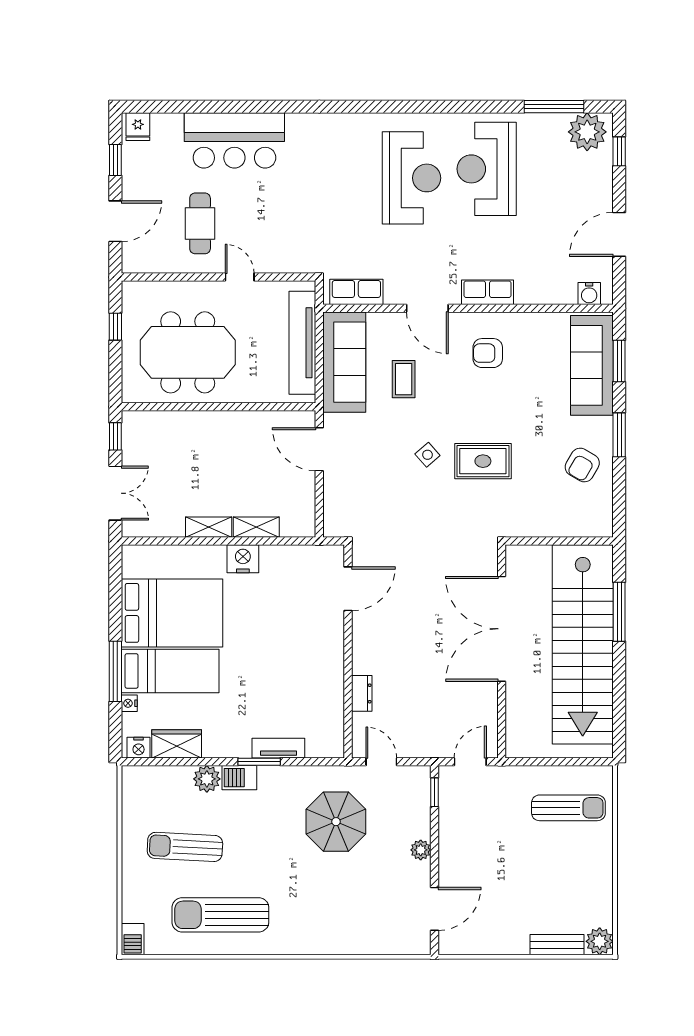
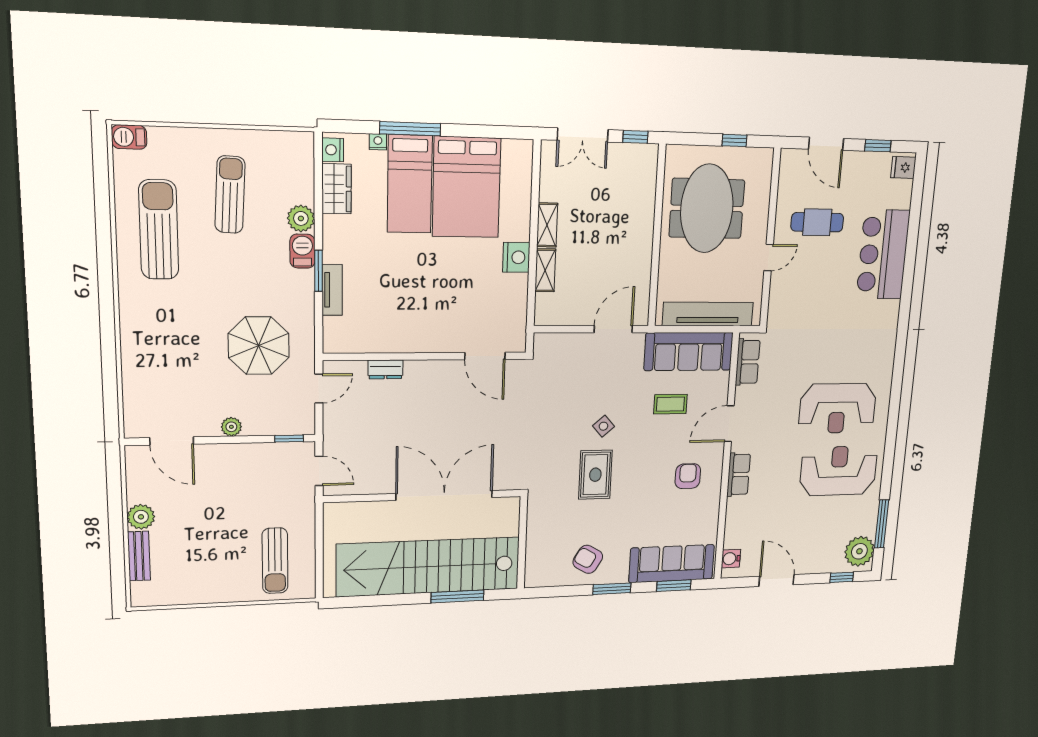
plant: (600, 941) -> (141, 517), moved

